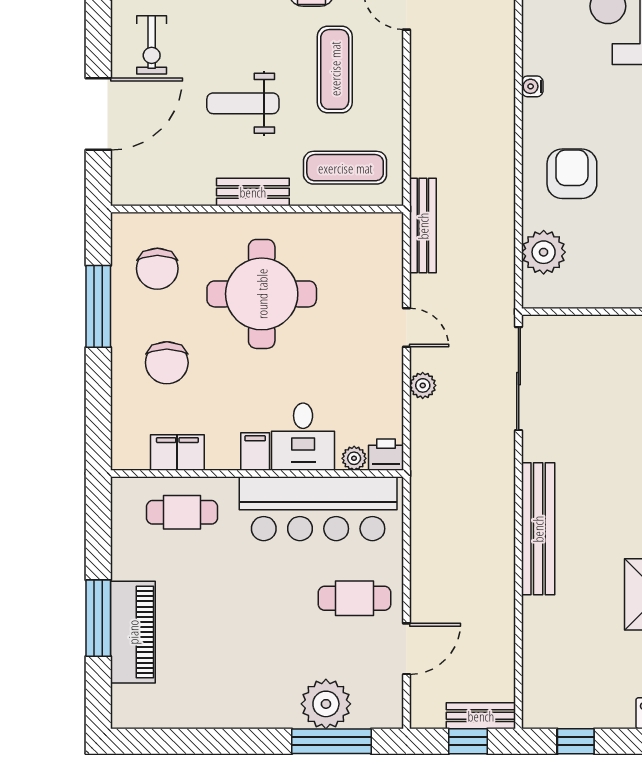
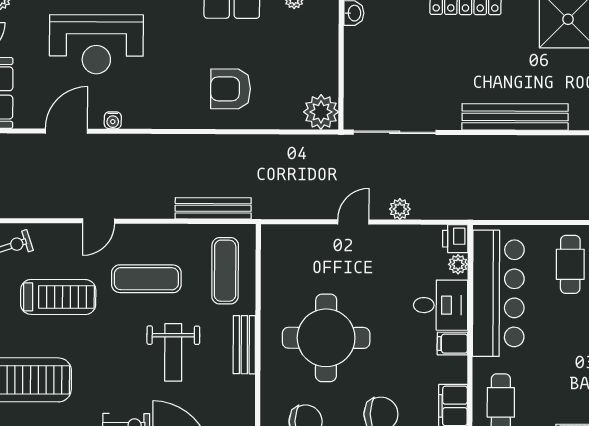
water cooler: (532, 86) -> (113, 120), moved
bench: (423, 226) -> (213, 208), moved
plant: (544, 252) -> (321, 112), moved

